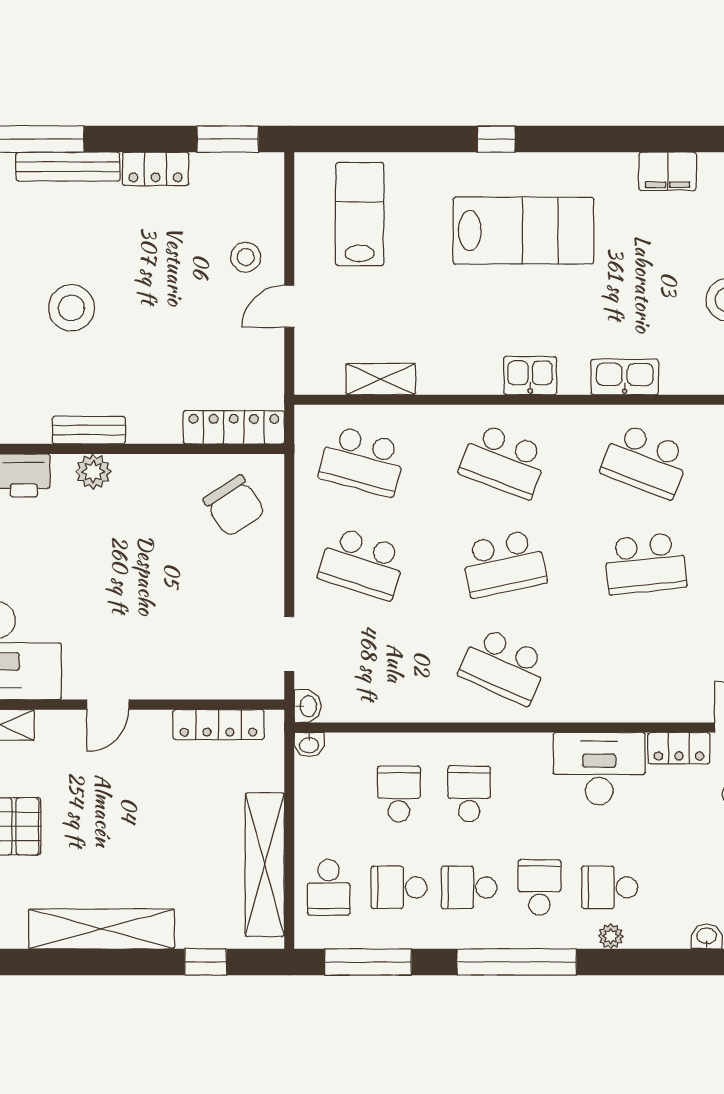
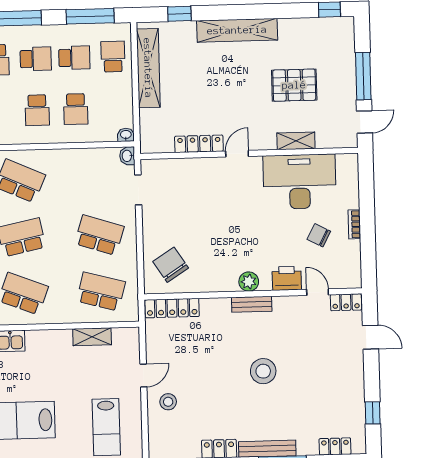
locker: (218, 725) -> (199, 144), moved

